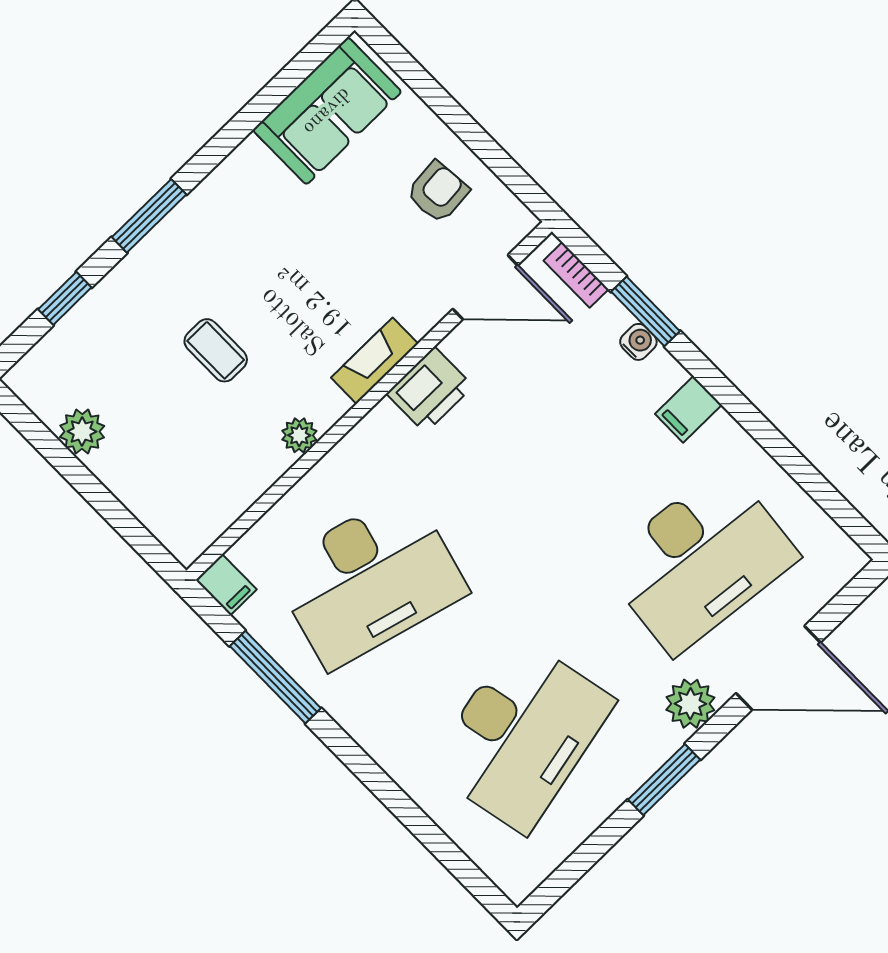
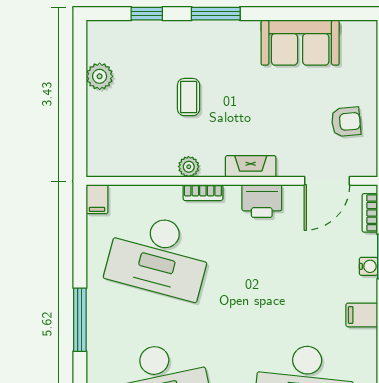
sofa: (327, 111) -> (300, 43), moved
door: (485, 287) -> (327, 181), hinge flipped
bookcase: (348, 450) -> (203, 193), added
window: (275, 677) -> (80, 320), moved

